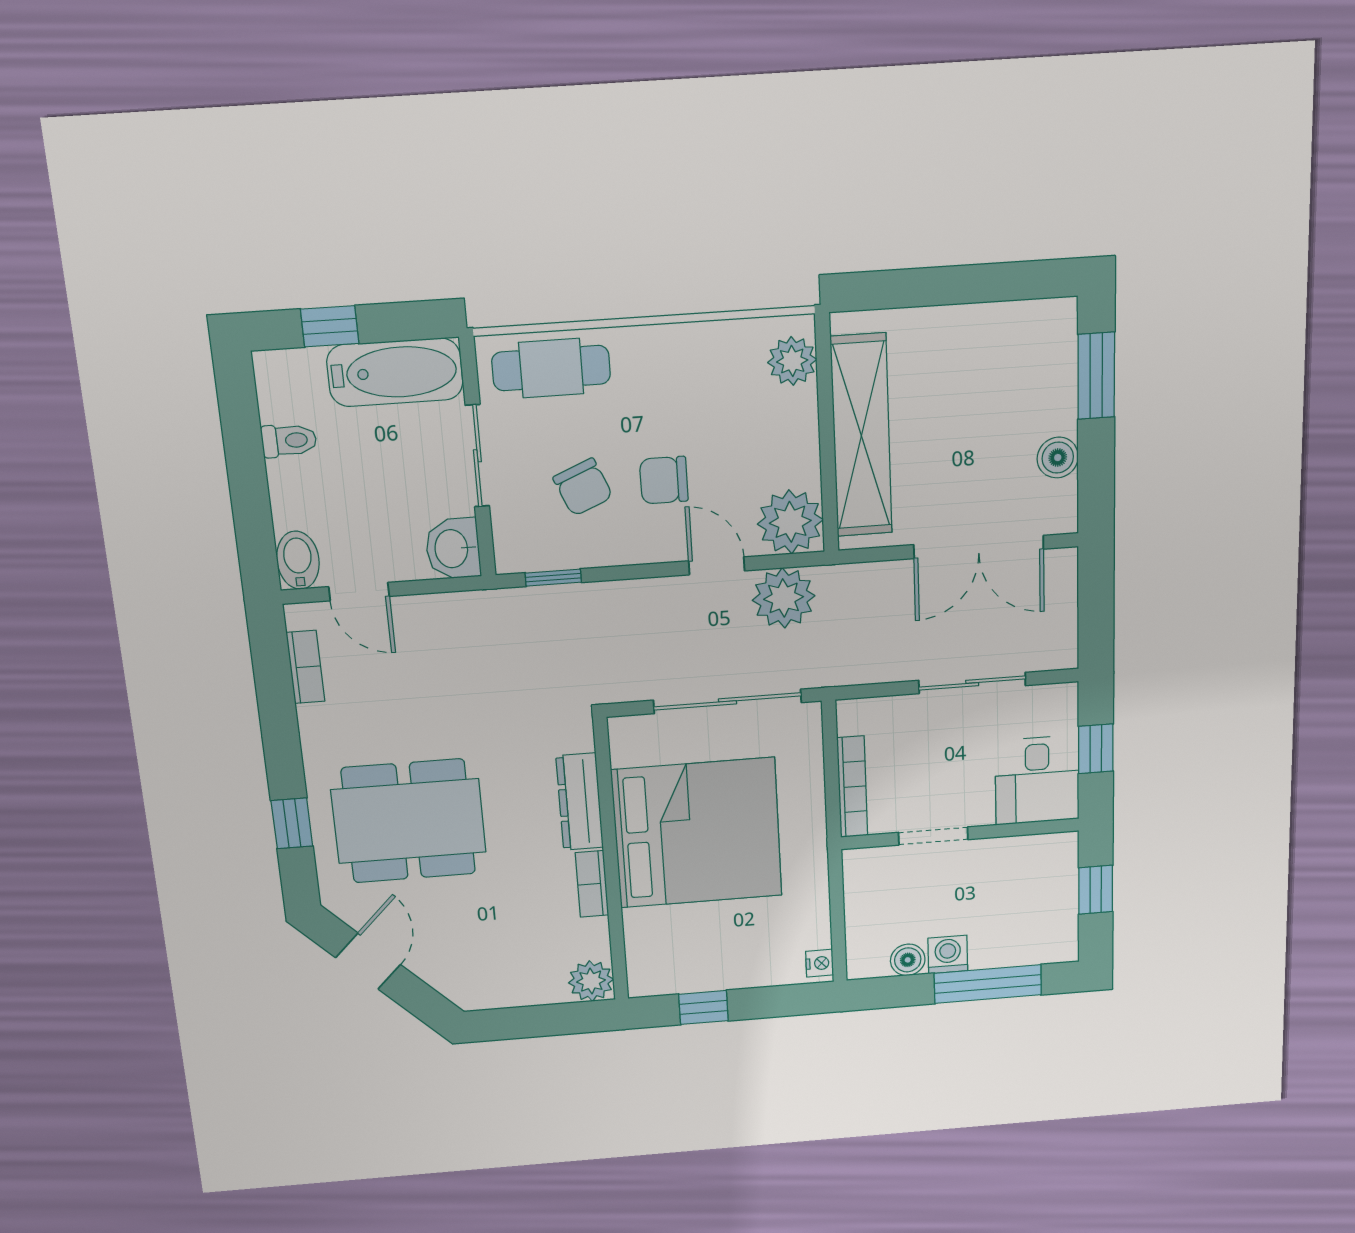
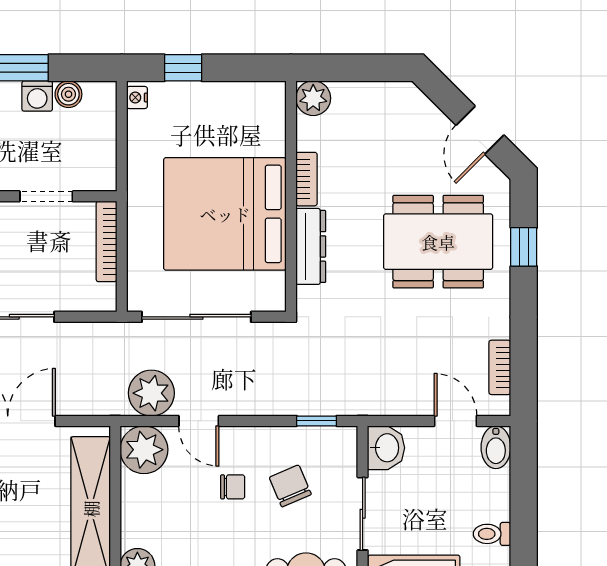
chair: (664, 480) -> (233, 487), width x0.73, depth x0.73
window: (703, 1007) -> (183, 68), moved

